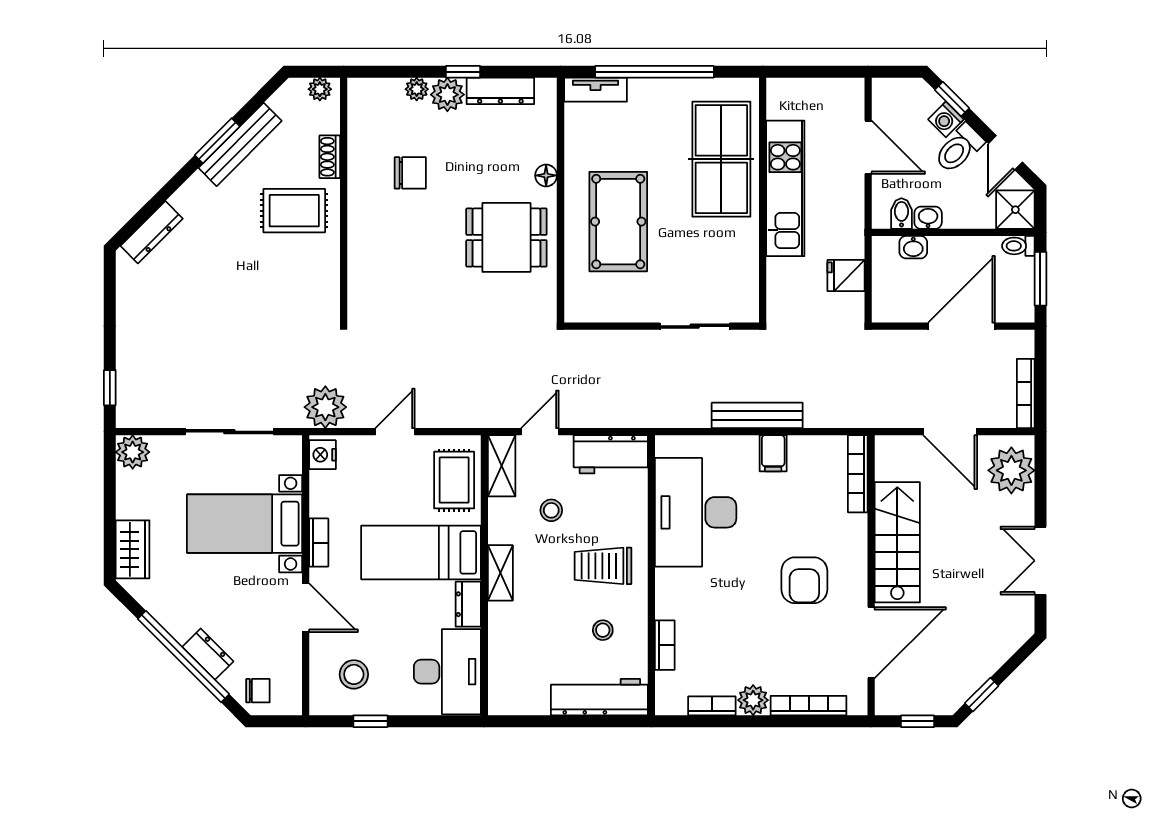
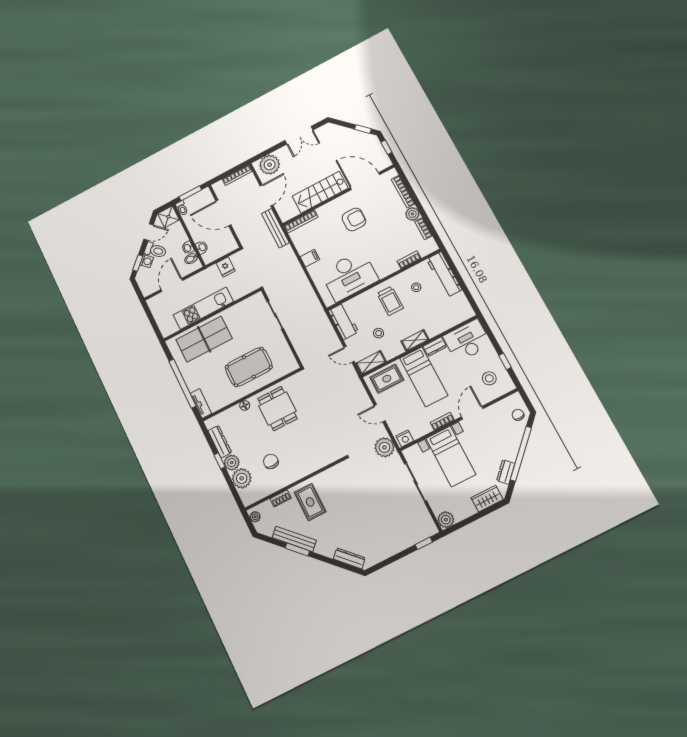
plant: (417, 89) -> (242, 478), width x1.87, depth x1.87
bench: (757, 415) -> (275, 228), moved
dresser: (208, 654) -> (506, 472), moved

